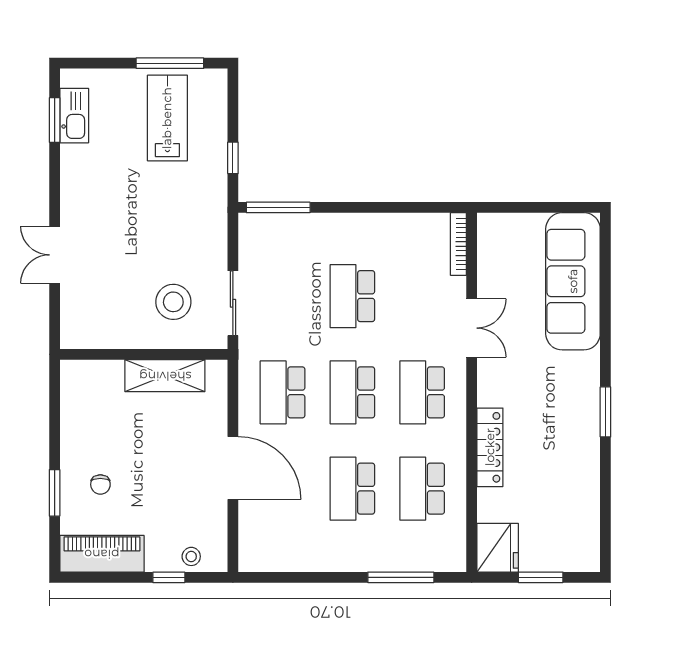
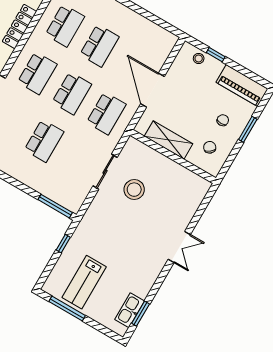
wall: (144, 354) -> (173, 157), moved
shelving: (165, 376) -> (169, 140), moved
chair: (96, 432) -> (210, 147), added

